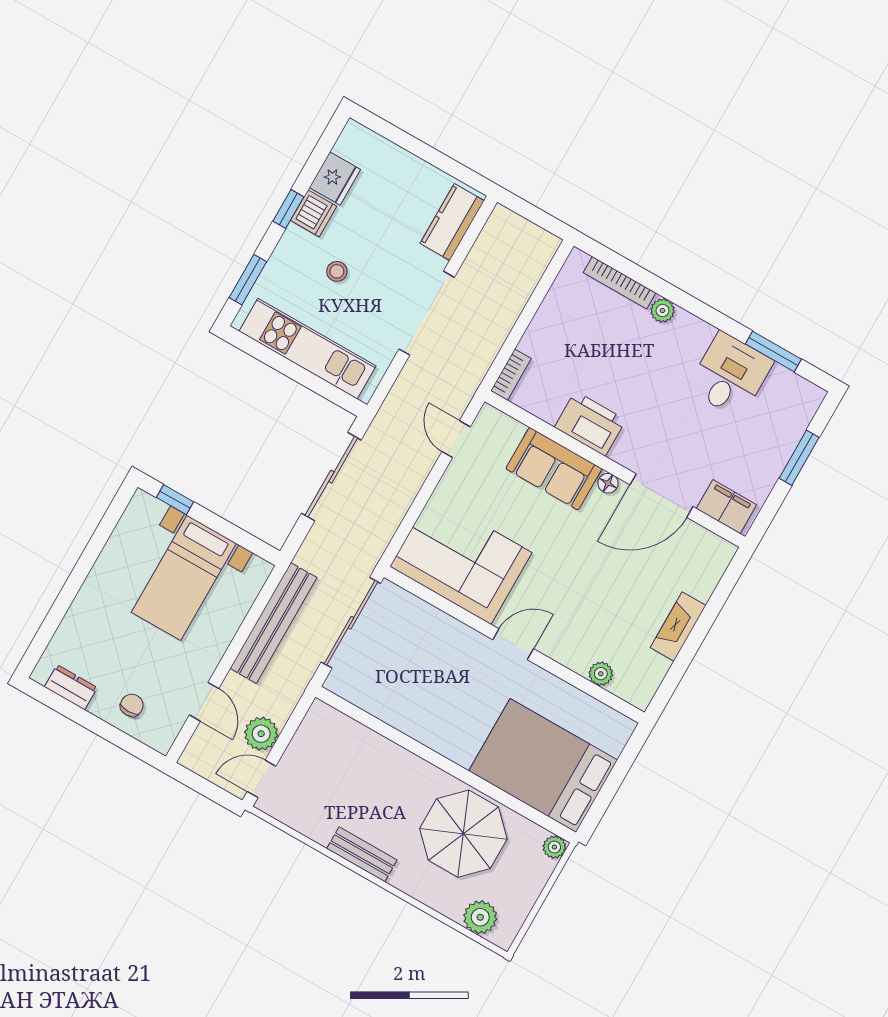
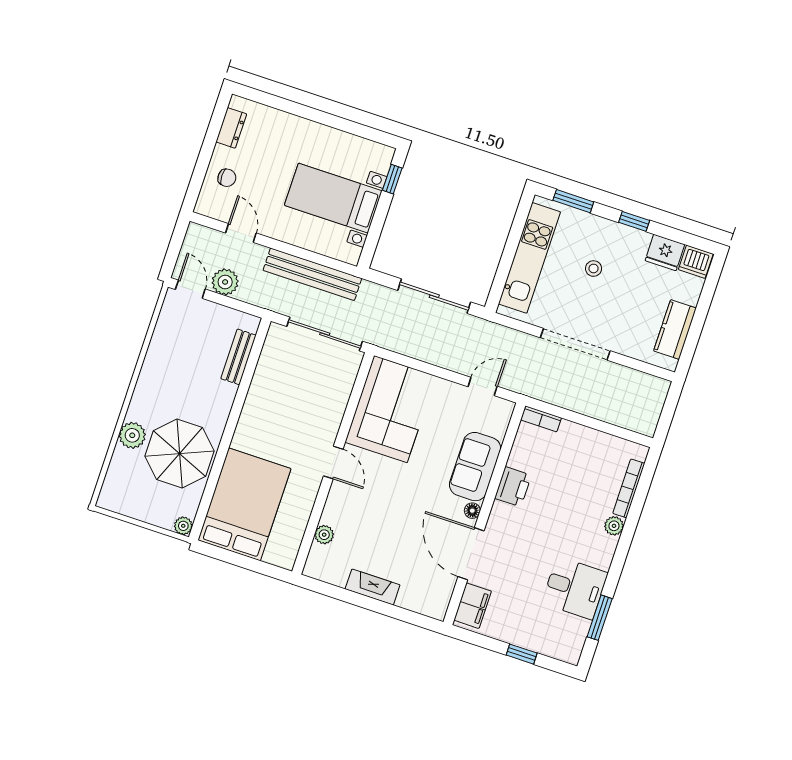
dishwasher: (313, 213) -> (696, 262), moved
kitchen counter: (452, 222) -> (675, 329), moved, turned -90
printer: (590, 424) -> (513, 487), width x0.73, depth x0.84
window: (799, 458) -> (522, 654), width x0.67
door: (204, 702) -> (241, 233), swing flipped
bench: (362, 854) -> (238, 357), moved
plant: (480, 917) -> (132, 435), moved

